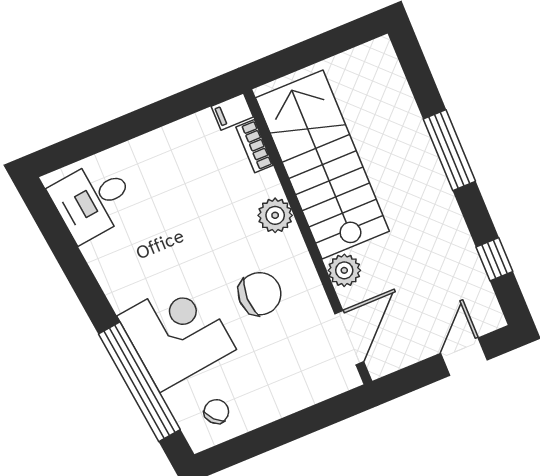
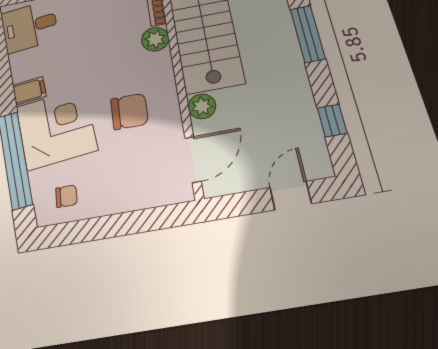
plant: (275, 215) -> (155, 39), moved
filing cabinet: (126, 291) -> (29, 91), added
chair: (216, 412) -> (66, 196), turned 43

